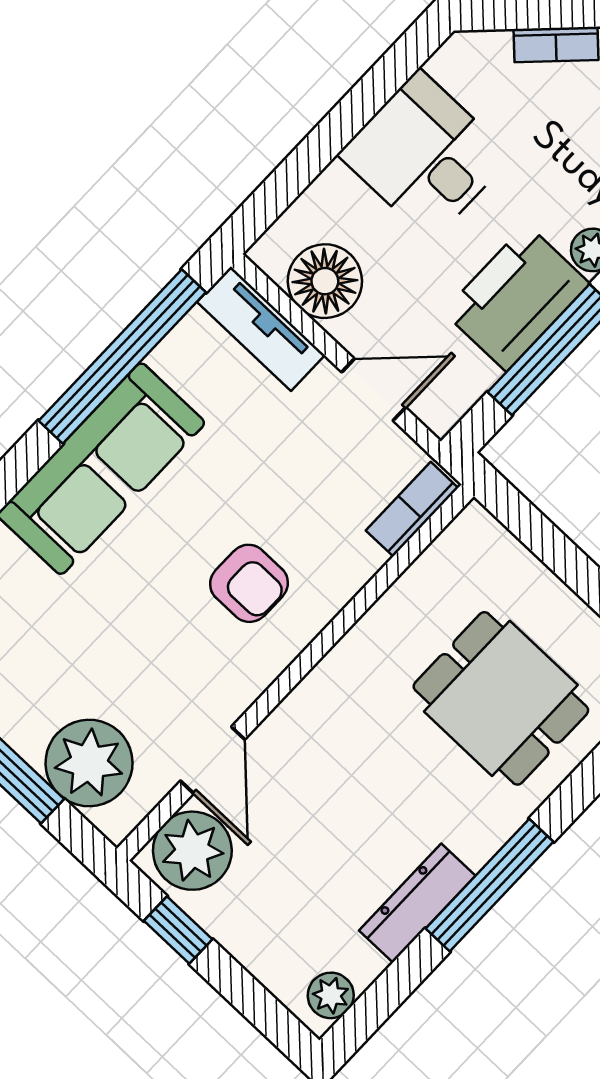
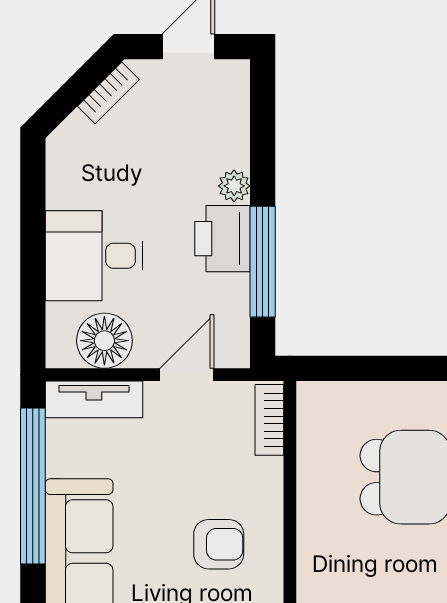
desk: (425, 155) -> (94, 256), moved
printer: (516, 298) -> (223, 239), width x0.73, depth x0.84

